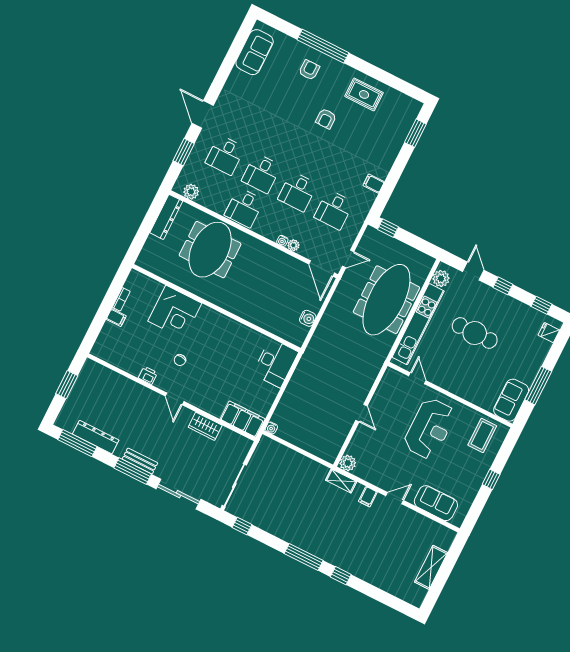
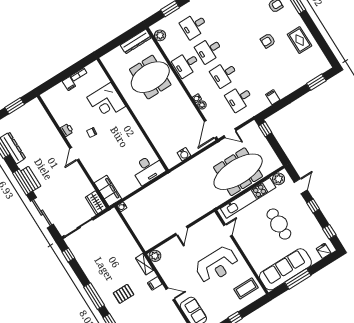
sofa: (511, 400) -> (285, 269), width x1.85, depth x1.27
wardrobe: (205, 426) -> (96, 203), moved
pallet: (338, 532) -> (124, 294), added

